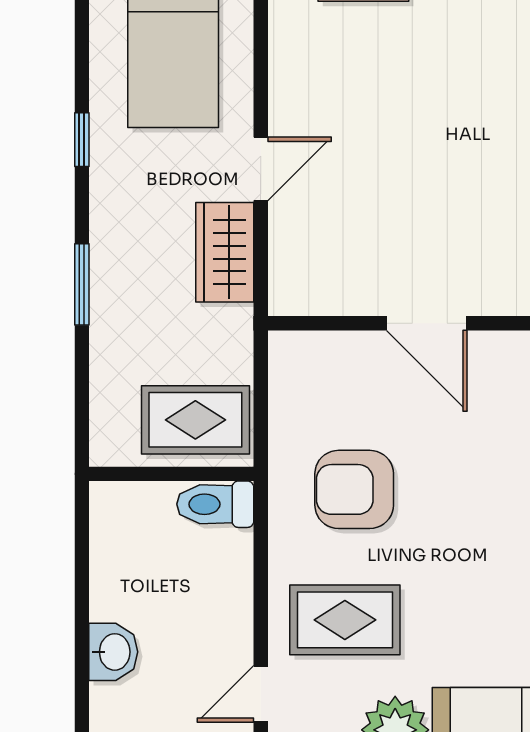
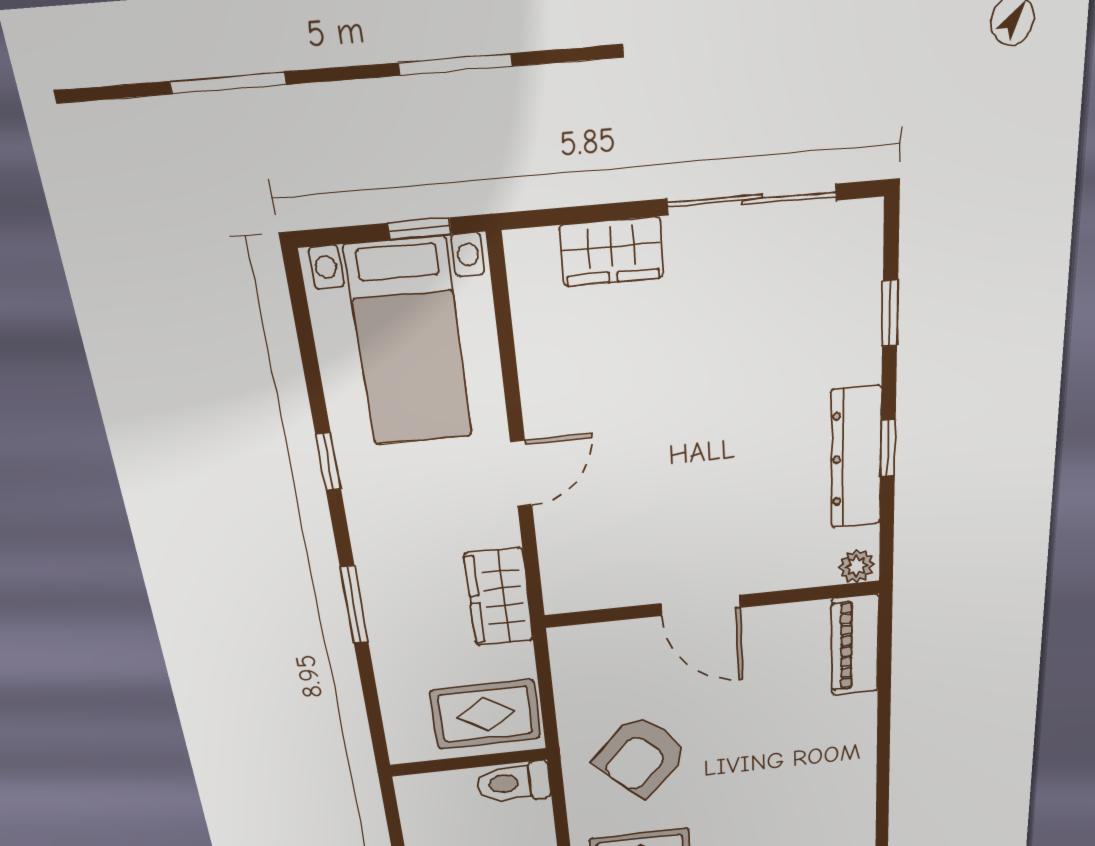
wardrobe: (225, 252) -> (499, 597), moved
armchair: (354, 489) -> (641, 756), turned -46

